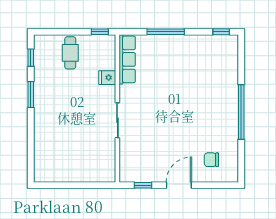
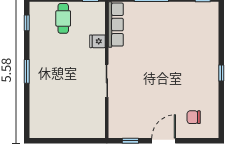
window: (31, 95) -> (27, 71), moved
window: (241, 112) -> (221, 73), width x0.32

